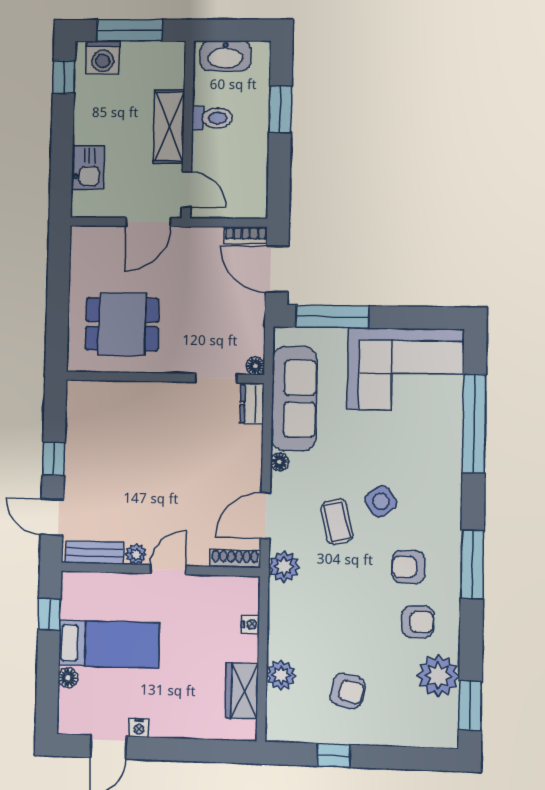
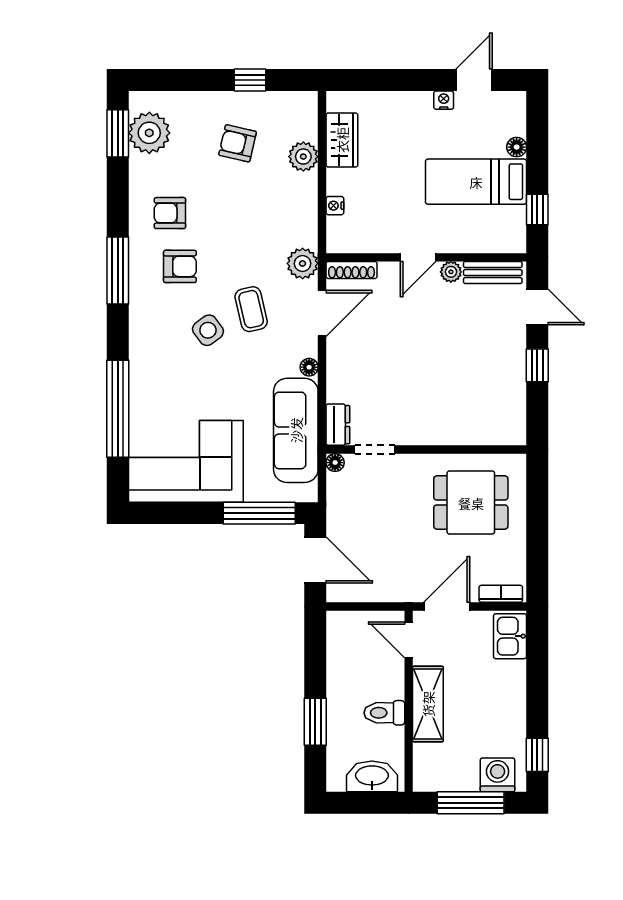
kitchen sink: (88, 167) -> (510, 636), moved
bookcase: (246, 235) -> (501, 594), moved
plant: (438, 676) -> (149, 133), moved

